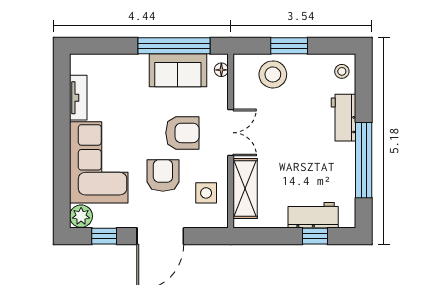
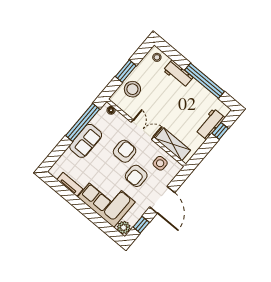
sofa: (178, 70) -> (86, 141), moved
armchair: (163, 175) -> (136, 176), turned -90

